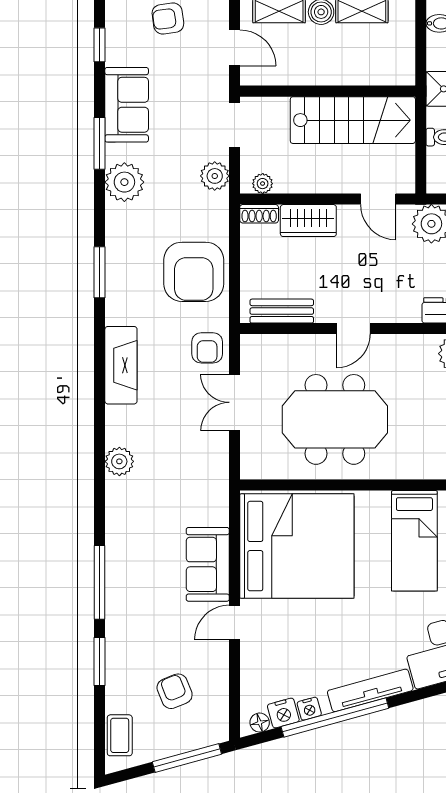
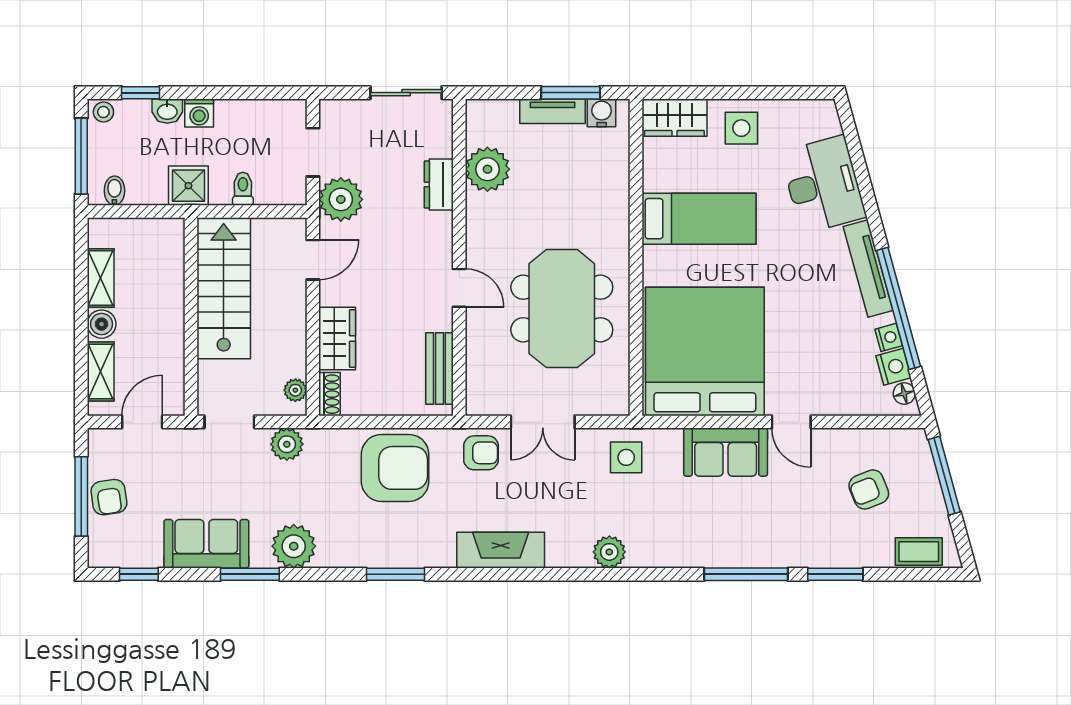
side table: (203, 476) -> (626, 457), added

